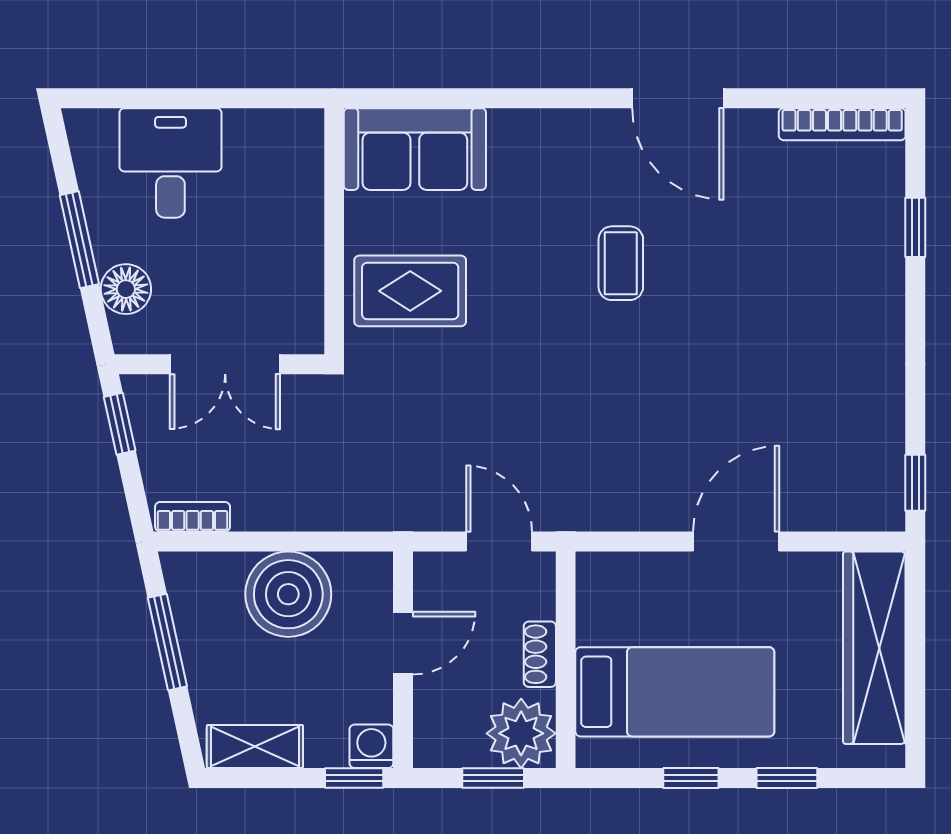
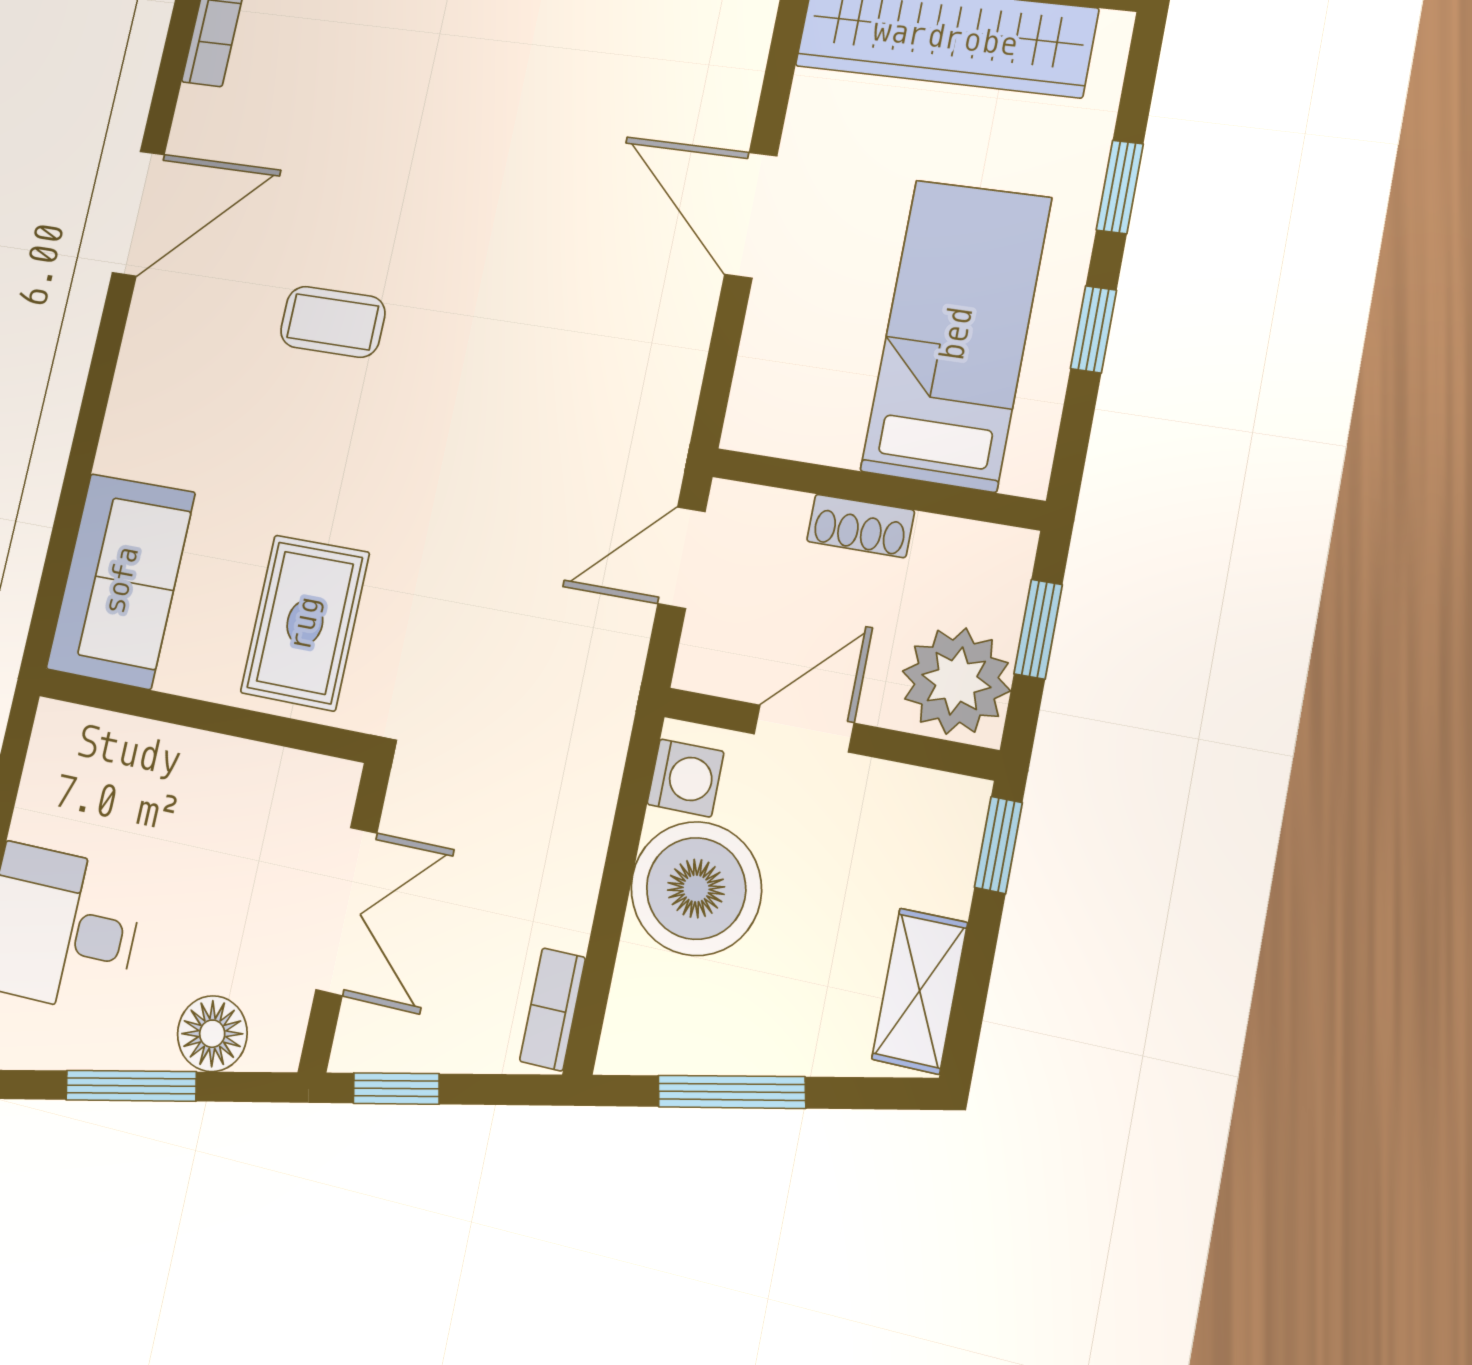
door: (403, 643) -> (804, 729), hinge flipped
plant: (521, 733) -> (956, 681), moved
washing machine: (371, 746) -> (685, 778), moved, turned 180

